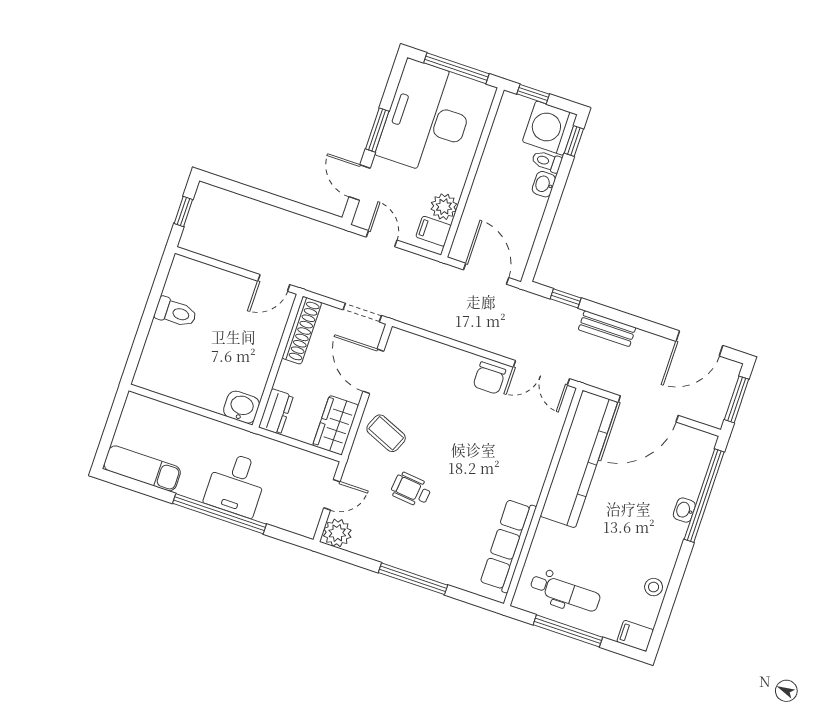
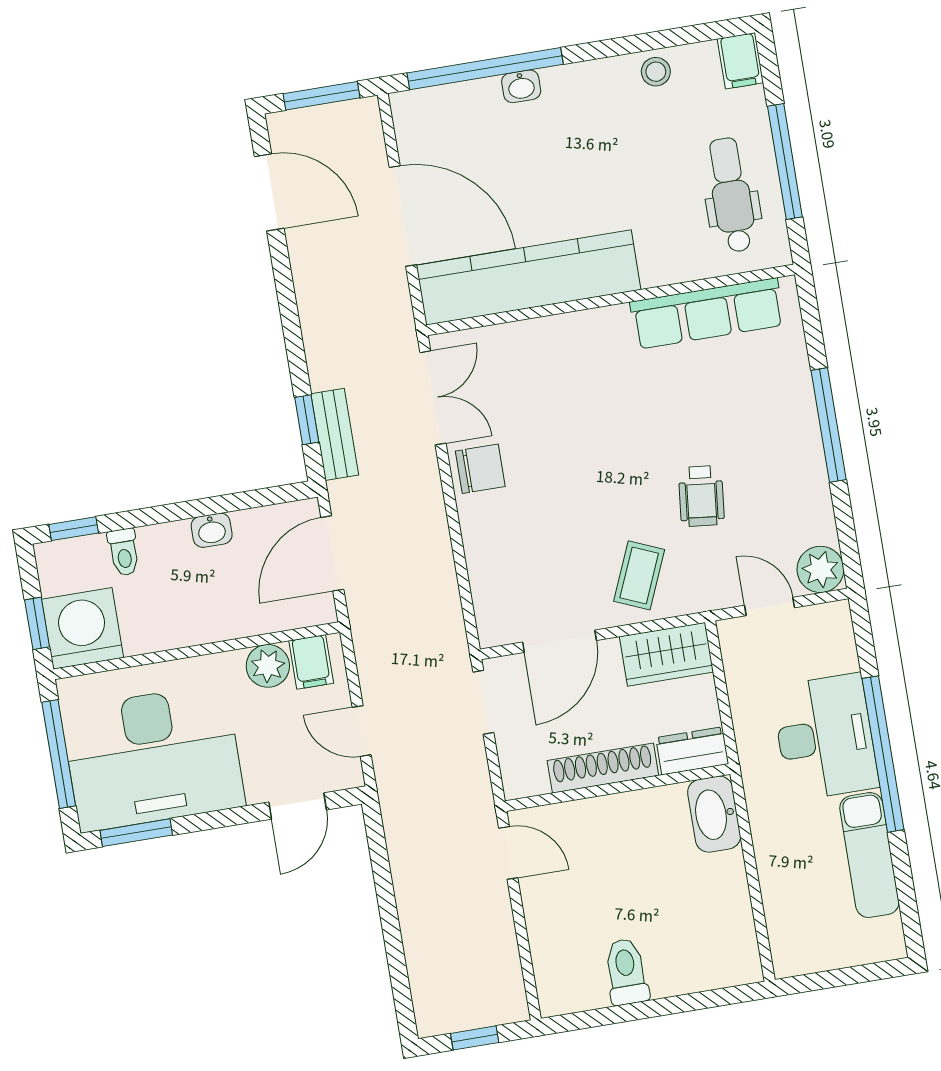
washing machine: (550, 128) -> (83, 628), moved, turned 180
window: (377, 130) -> (136, 833), moved
washbasin: (544, 184) -> (212, 530), moved
door: (382, 239) -> (362, 731), hinge flipped
bench: (607, 329) -> (335, 434), moved
shoe rack: (302, 330) -> (603, 768), moved
washbasin: (241, 407) -> (714, 814), width x1.38
exam couch: (142, 468) -> (869, 855), moved
desk: (236, 484) -> (825, 737), width x1.37

